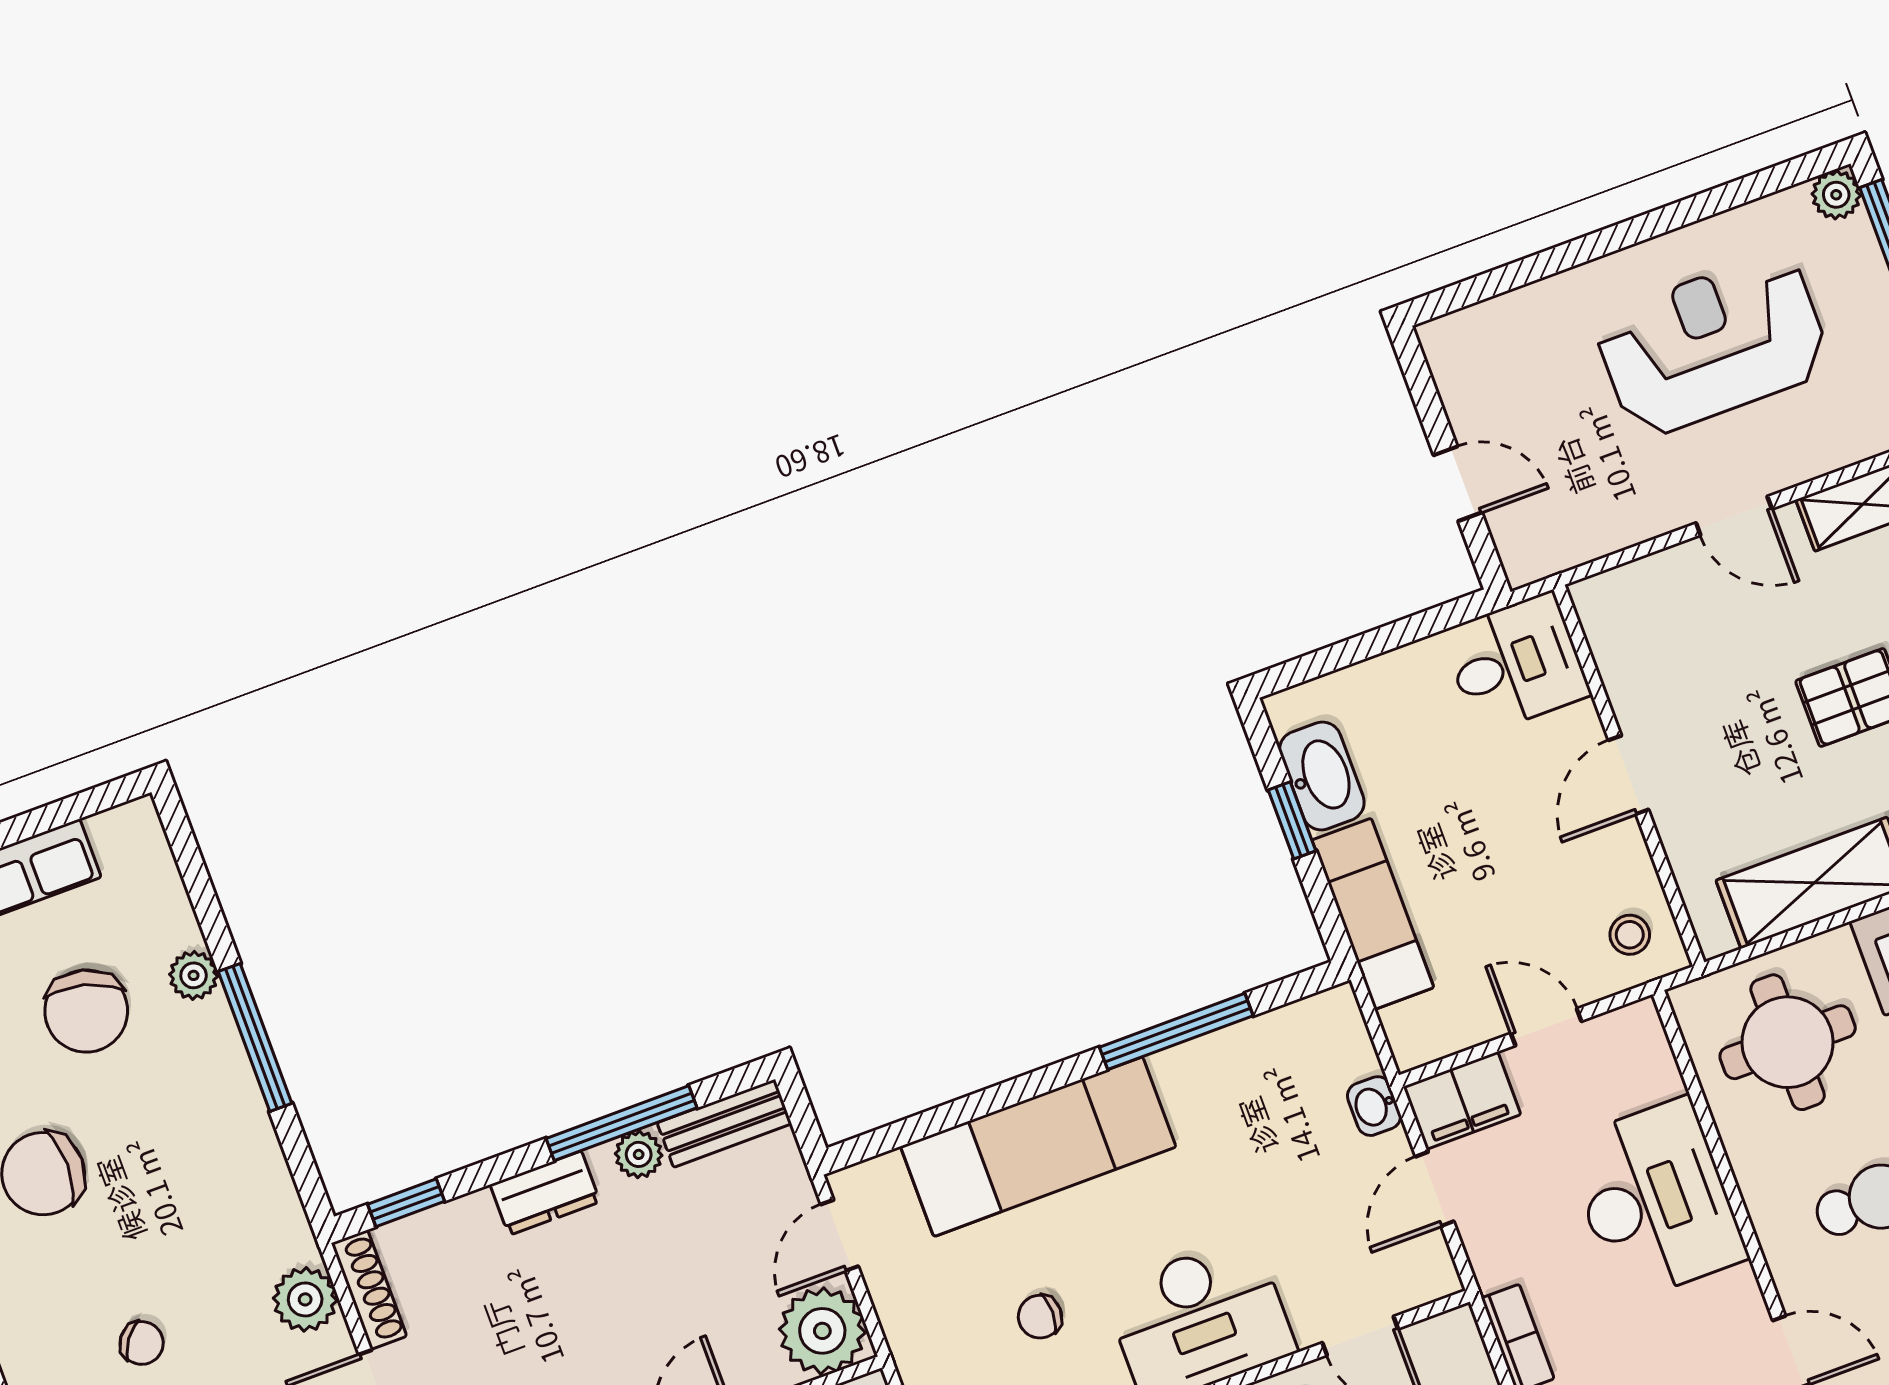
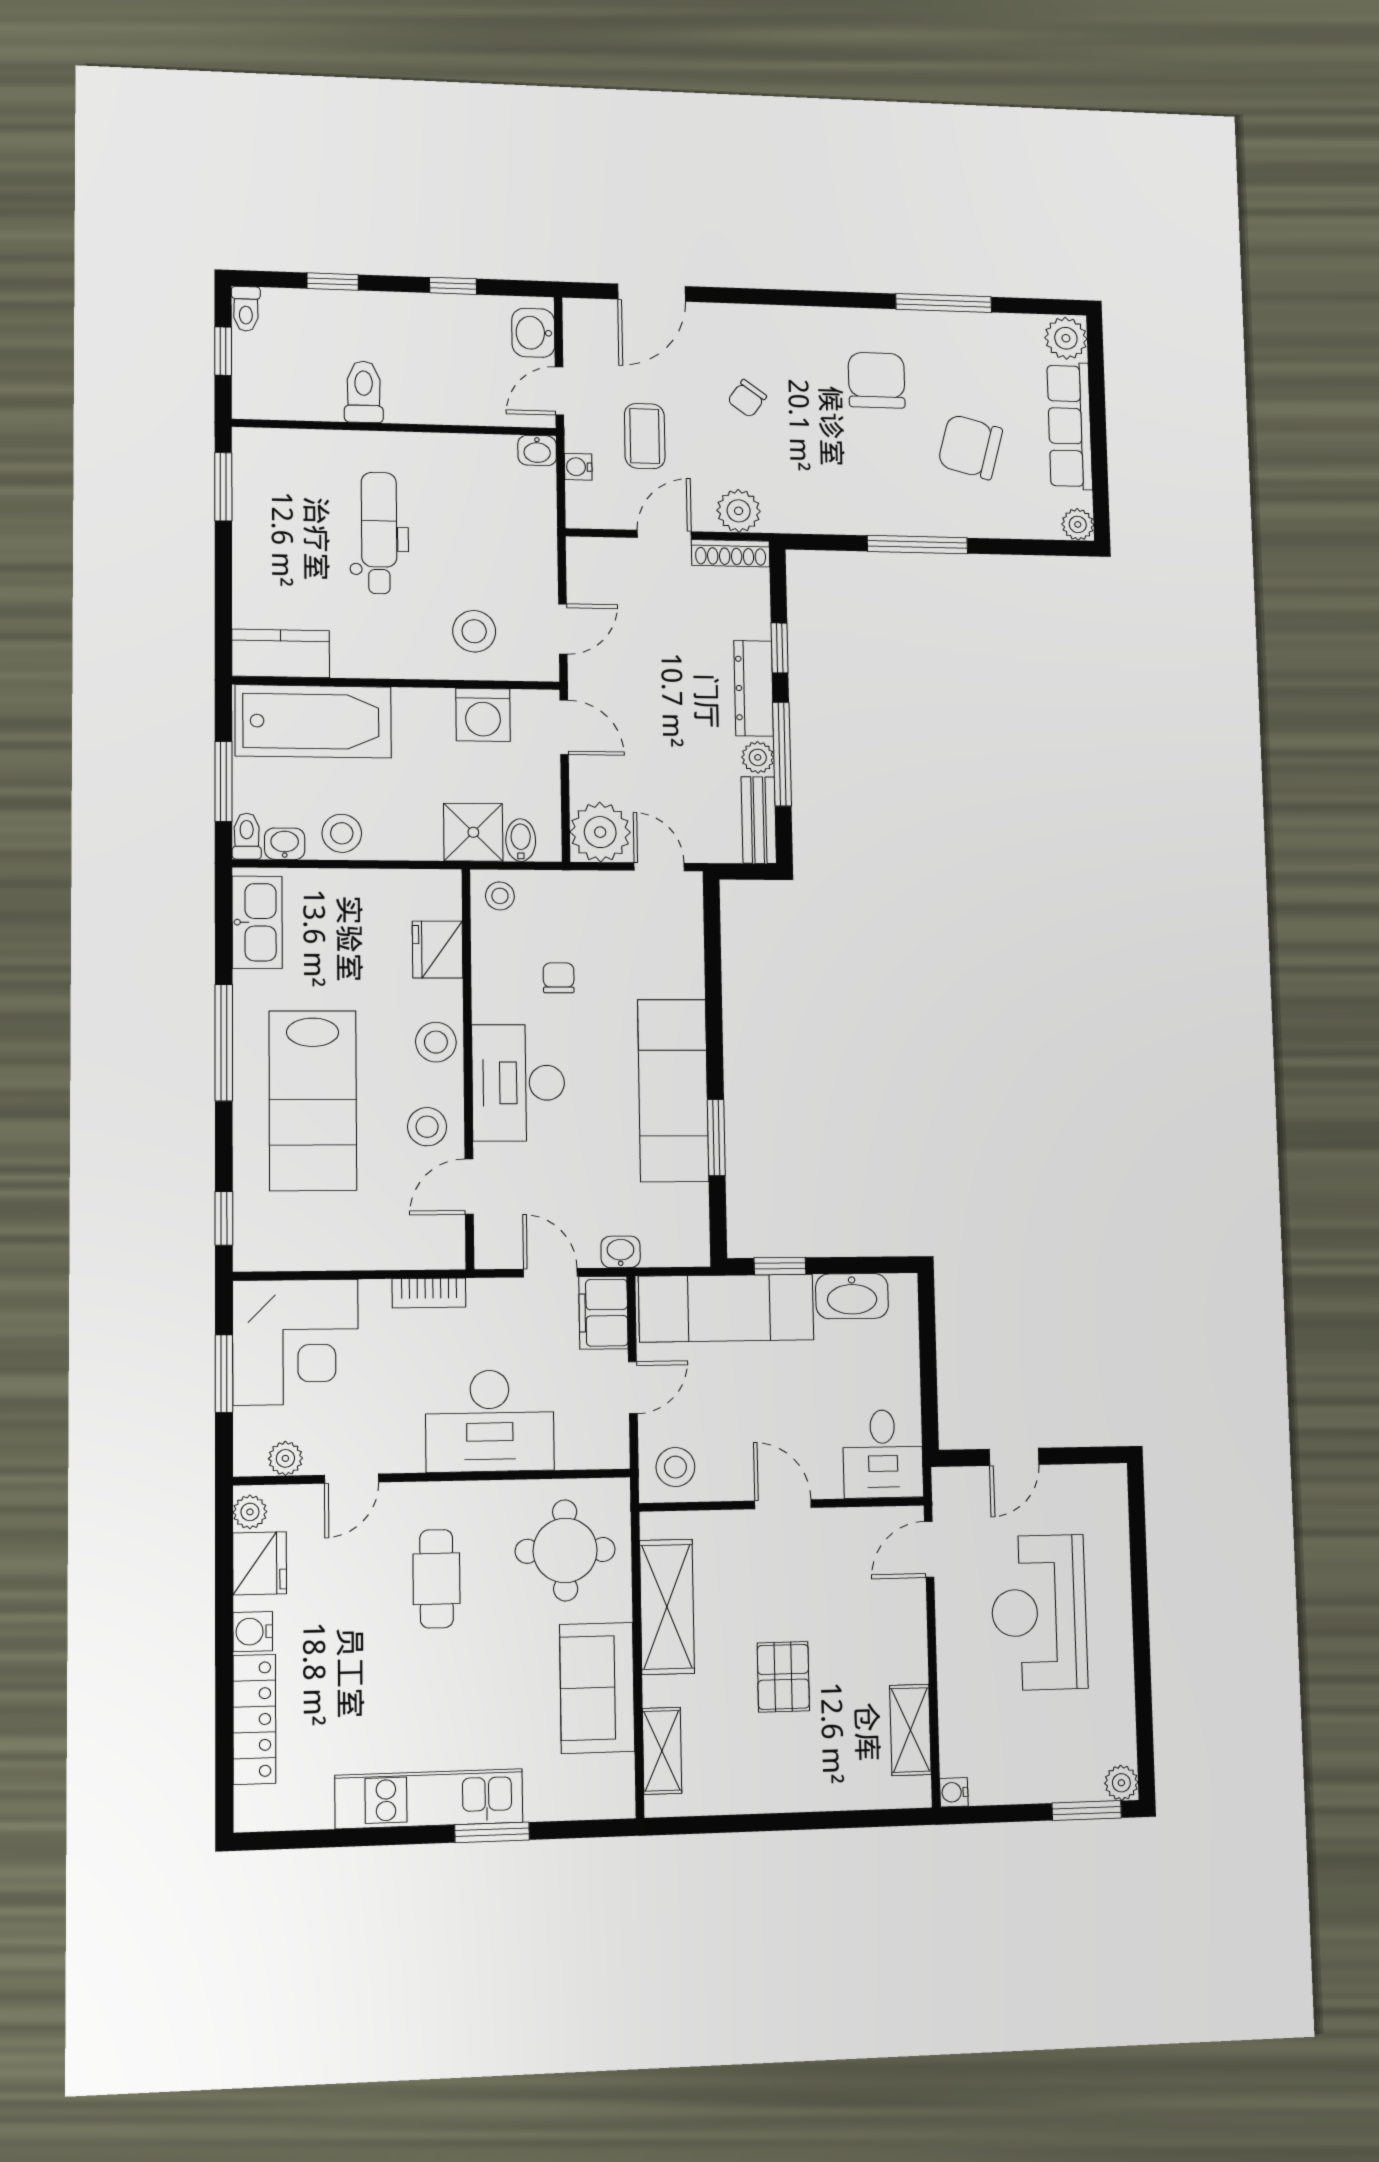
reception desk: (1713, 344) -> (1039, 1612), moved, turned 180
door: (1734, 516) -> (929, 1549), moved
window: (1292, 820) -> (780, 1266), moved
exam couch: (1373, 914) -> (726, 1308), width x1.36, depth x1.45
stool: (1630, 935) -> (675, 1467), width x1.37, depth x1.37
plant: (194, 975) -> (1078, 524), moved
window: (1176, 1031) -> (716, 1138), width x0.69
exam couch: (1038, 1147) -> (673, 1090), moved
dresser: (545, 1193) -> (754, 688), width x1.44
window: (406, 1203) -> (780, 648), moved

